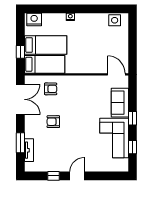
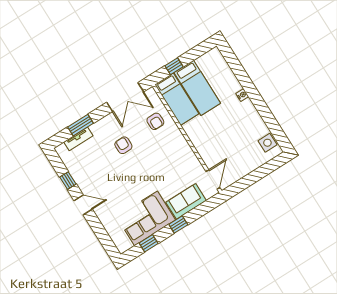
nightstand: (34, 19) -> (216, 59), removed

